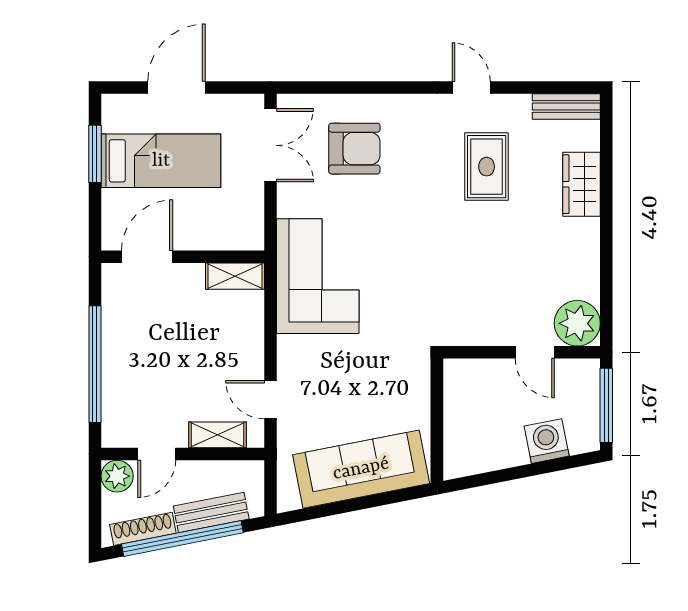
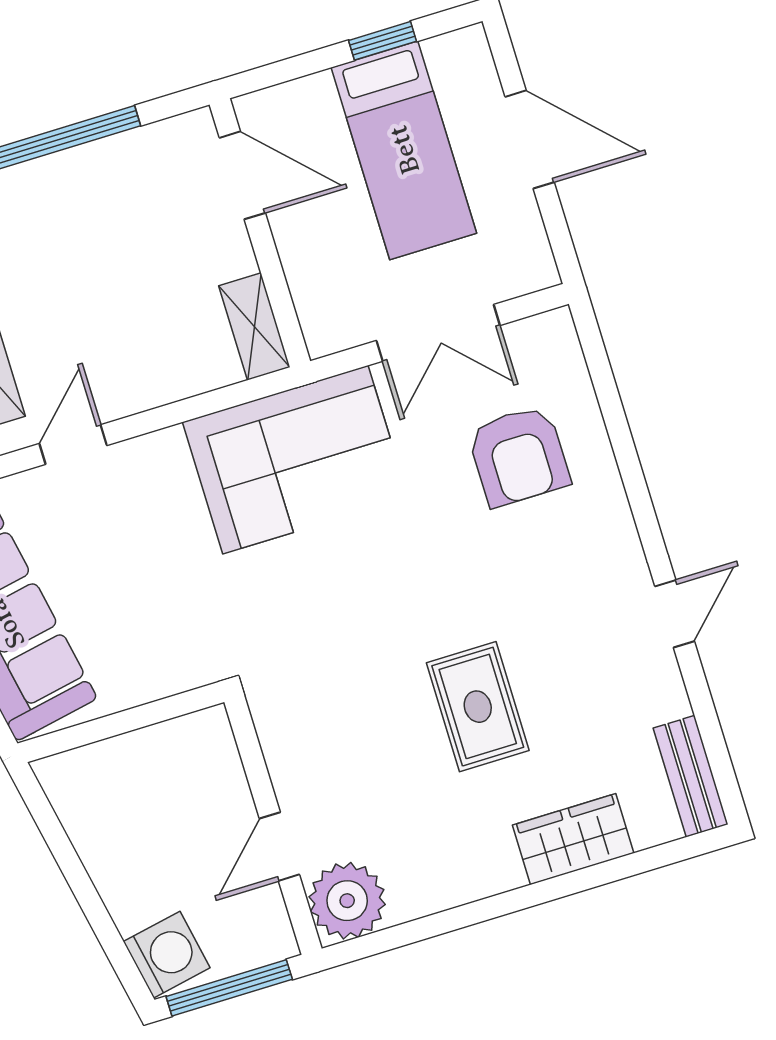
double door: (271, 145) -> (438, 333), moved
window: (95, 154) -> (383, 41), width x0.67
rug: (487, 167) -> (478, 707), moved, turned 90
washing machine: (547, 441) -> (167, 955), moved

